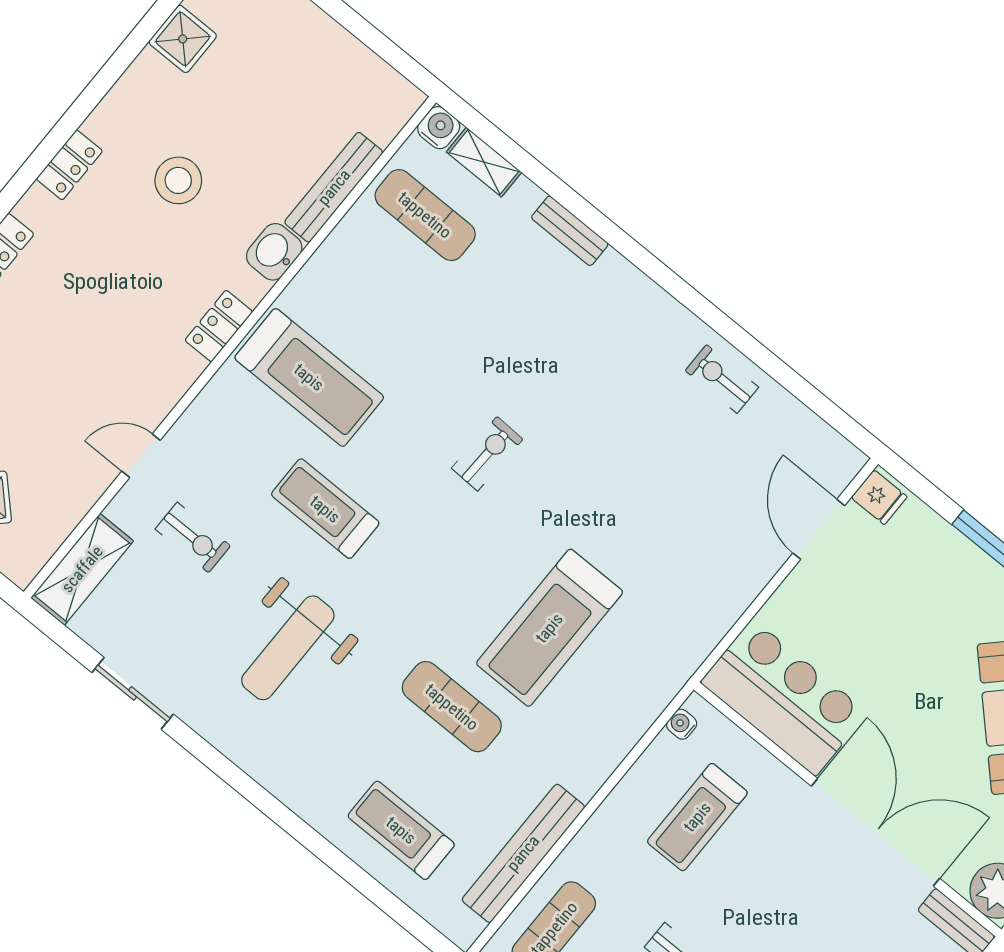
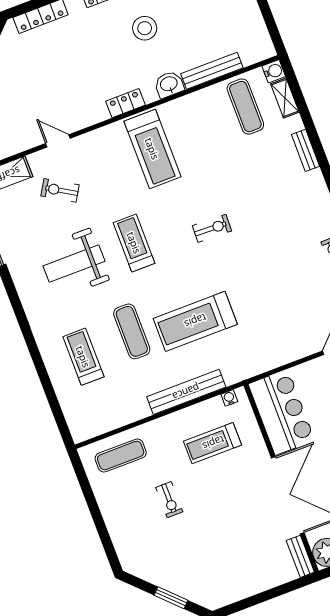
treadmill: (325, 509) -> (134, 243), moved
exercise bike: (193, 537) -> (60, 190), turned 121
treadmill: (401, 830) -> (83, 357), moved
bench: (523, 853) -> (186, 392), moved

